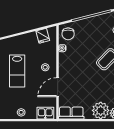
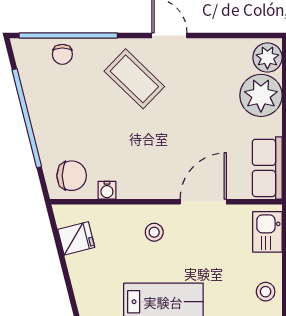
door: (58, 87) -> (203, 202), swing flipped

